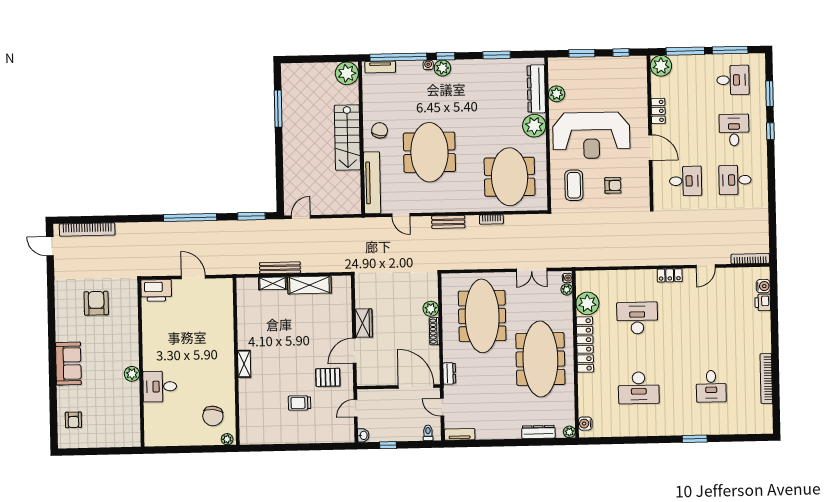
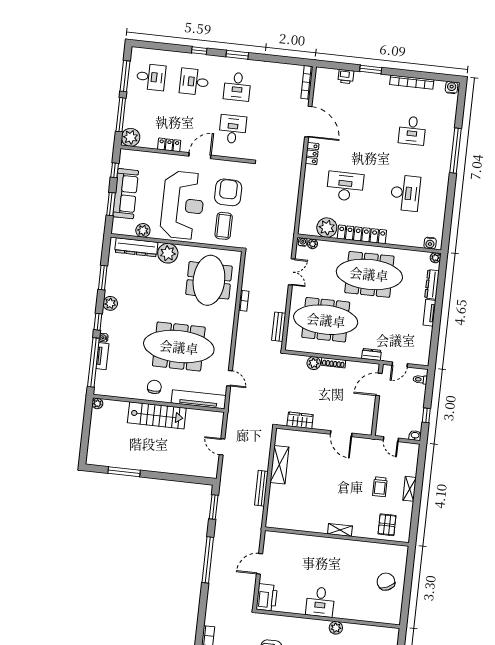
tv unit: (380, 67) -> (102, 356), moved
plant: (442, 68) -> (110, 303), moved
sofa: (596, 69) -> (126, 194), added
plant: (347, 73) -> (97, 403), width x0.53, depth x0.53
desk: (733, 80) -> (151, 77), turned 90
window: (770, 94) -> (237, 55), moved
chair: (380, 130) -> (154, 387), turned 80
meeting table: (429, 152) -> (179, 347), width x1.36
meeting table: (510, 177) -> (209, 280), turned 90
coffee table: (574, 185) -> (224, 226), turned 90
armchair: (613, 185) -> (228, 192), width x1.88, depth x1.88
door: (401, 215) -> (230, 378), hinge flipped
door: (301, 217) -> (222, 447), moved
bench: (448, 222) -> (279, 327), moved
door: (706, 266) -> (308, 122), width x1.88
shelving: (273, 283) -> (410, 489), moved
water cooler: (763, 286) -> (452, 88), moved
desk: (637, 318) -> (345, 186), turned 90
wardrobe: (364, 323) -> (300, 420), moved
window: (775, 330) -> (371, 70), added
pallet: (328, 377) -> (387, 525), moved
desk: (160, 386) -> (320, 602), moved
door: (416, 386) -> (379, 385), width x0.73
desk: (711, 386) -> (412, 130), turned 90
chair: (213, 416) -> (386, 582), moved, turned -122
tv unit: (460, 434) -> (429, 313), moved
plant: (227, 439) -> (403, 553), removed
window: (695, 439) -> (456, 151), width x2.11

